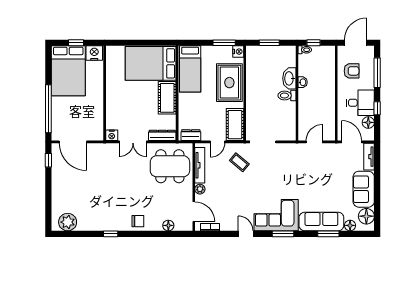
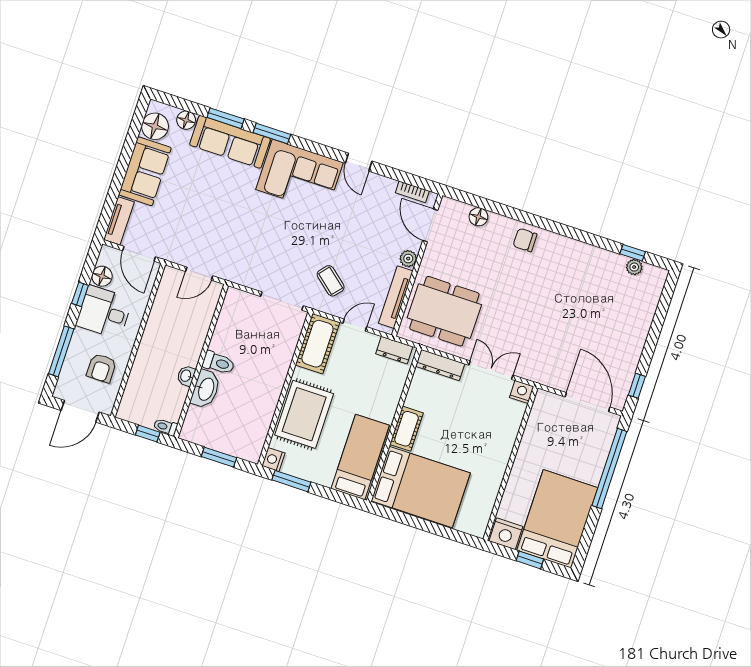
armchair: (352, 71) -> (101, 368), turned -90
cot: (167, 98) -> (406, 429), width x0.73, depth x0.75
plant: (68, 222) -> (634, 267), width x0.53, depth x0.53
window: (111, 234) -> (633, 253), moved
window: (283, 234) -> (272, 133), moved

